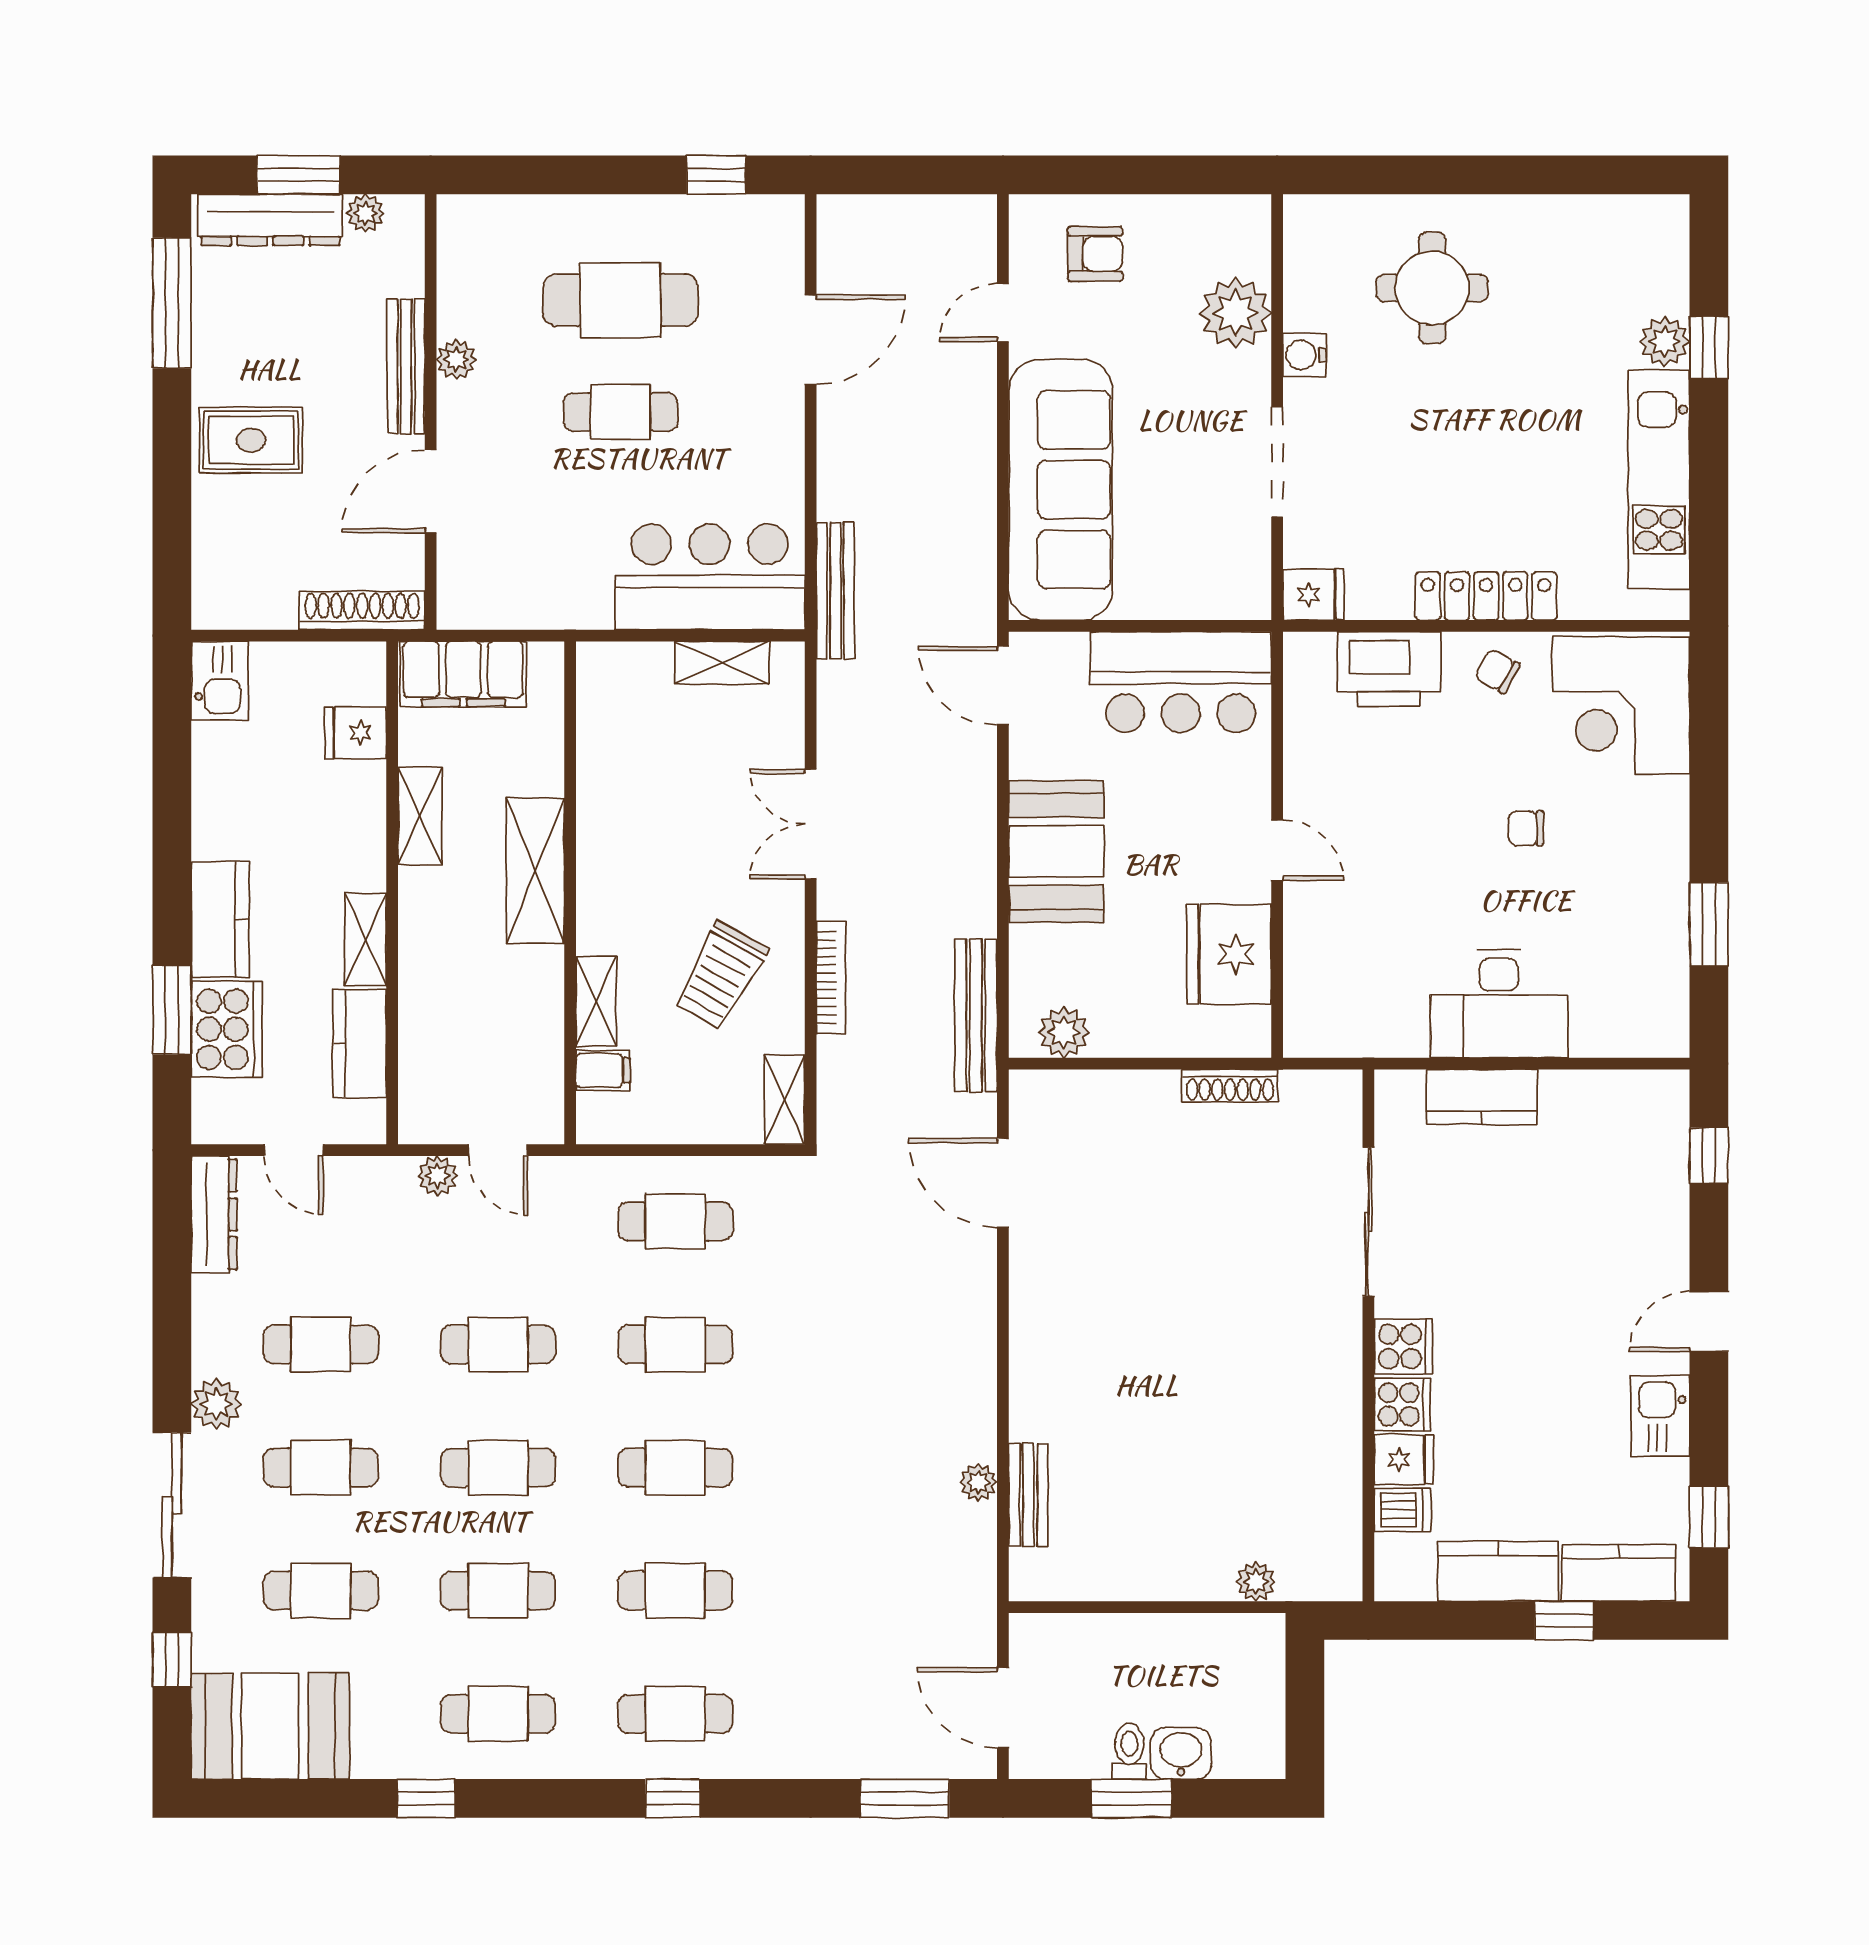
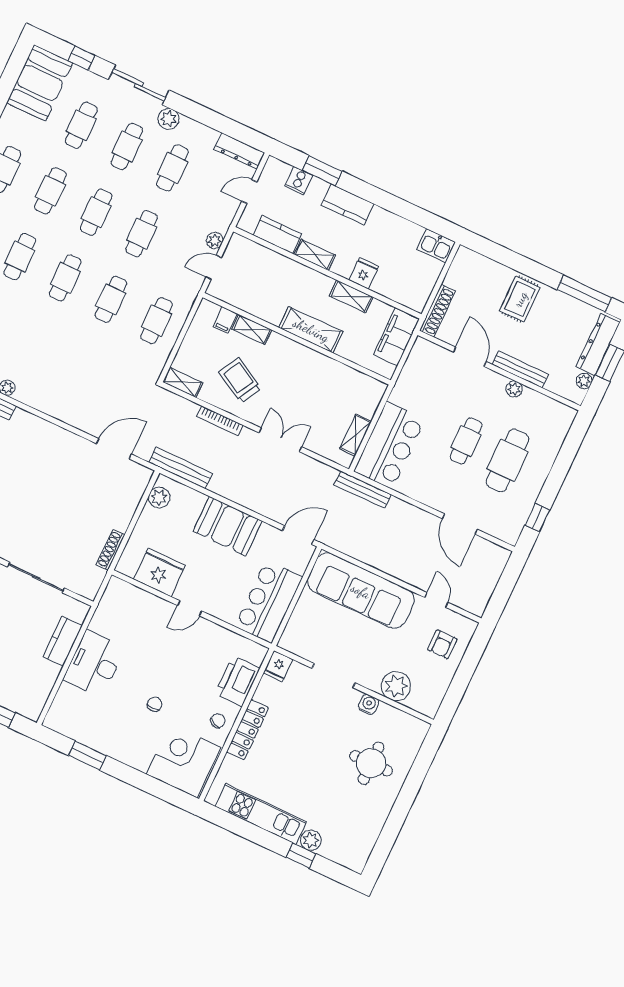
fridge: (356, 733) -> (364, 273), moved
cooker: (227, 1029) -> (299, 181), width x0.53, depth x0.76

